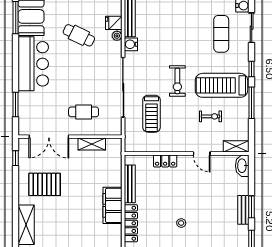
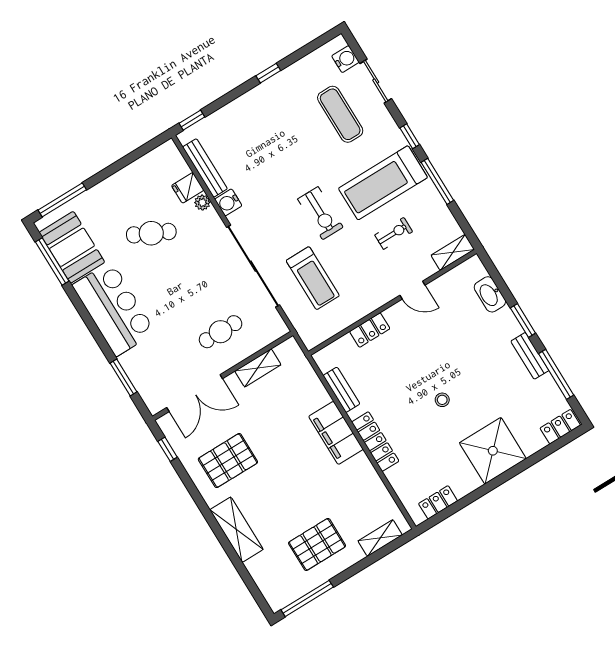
washbasin: (242, 166) -> (490, 294), moved
bench: (130, 184) -> (341, 390), width x0.73
bench: (243, 210) -> (530, 356), moved

